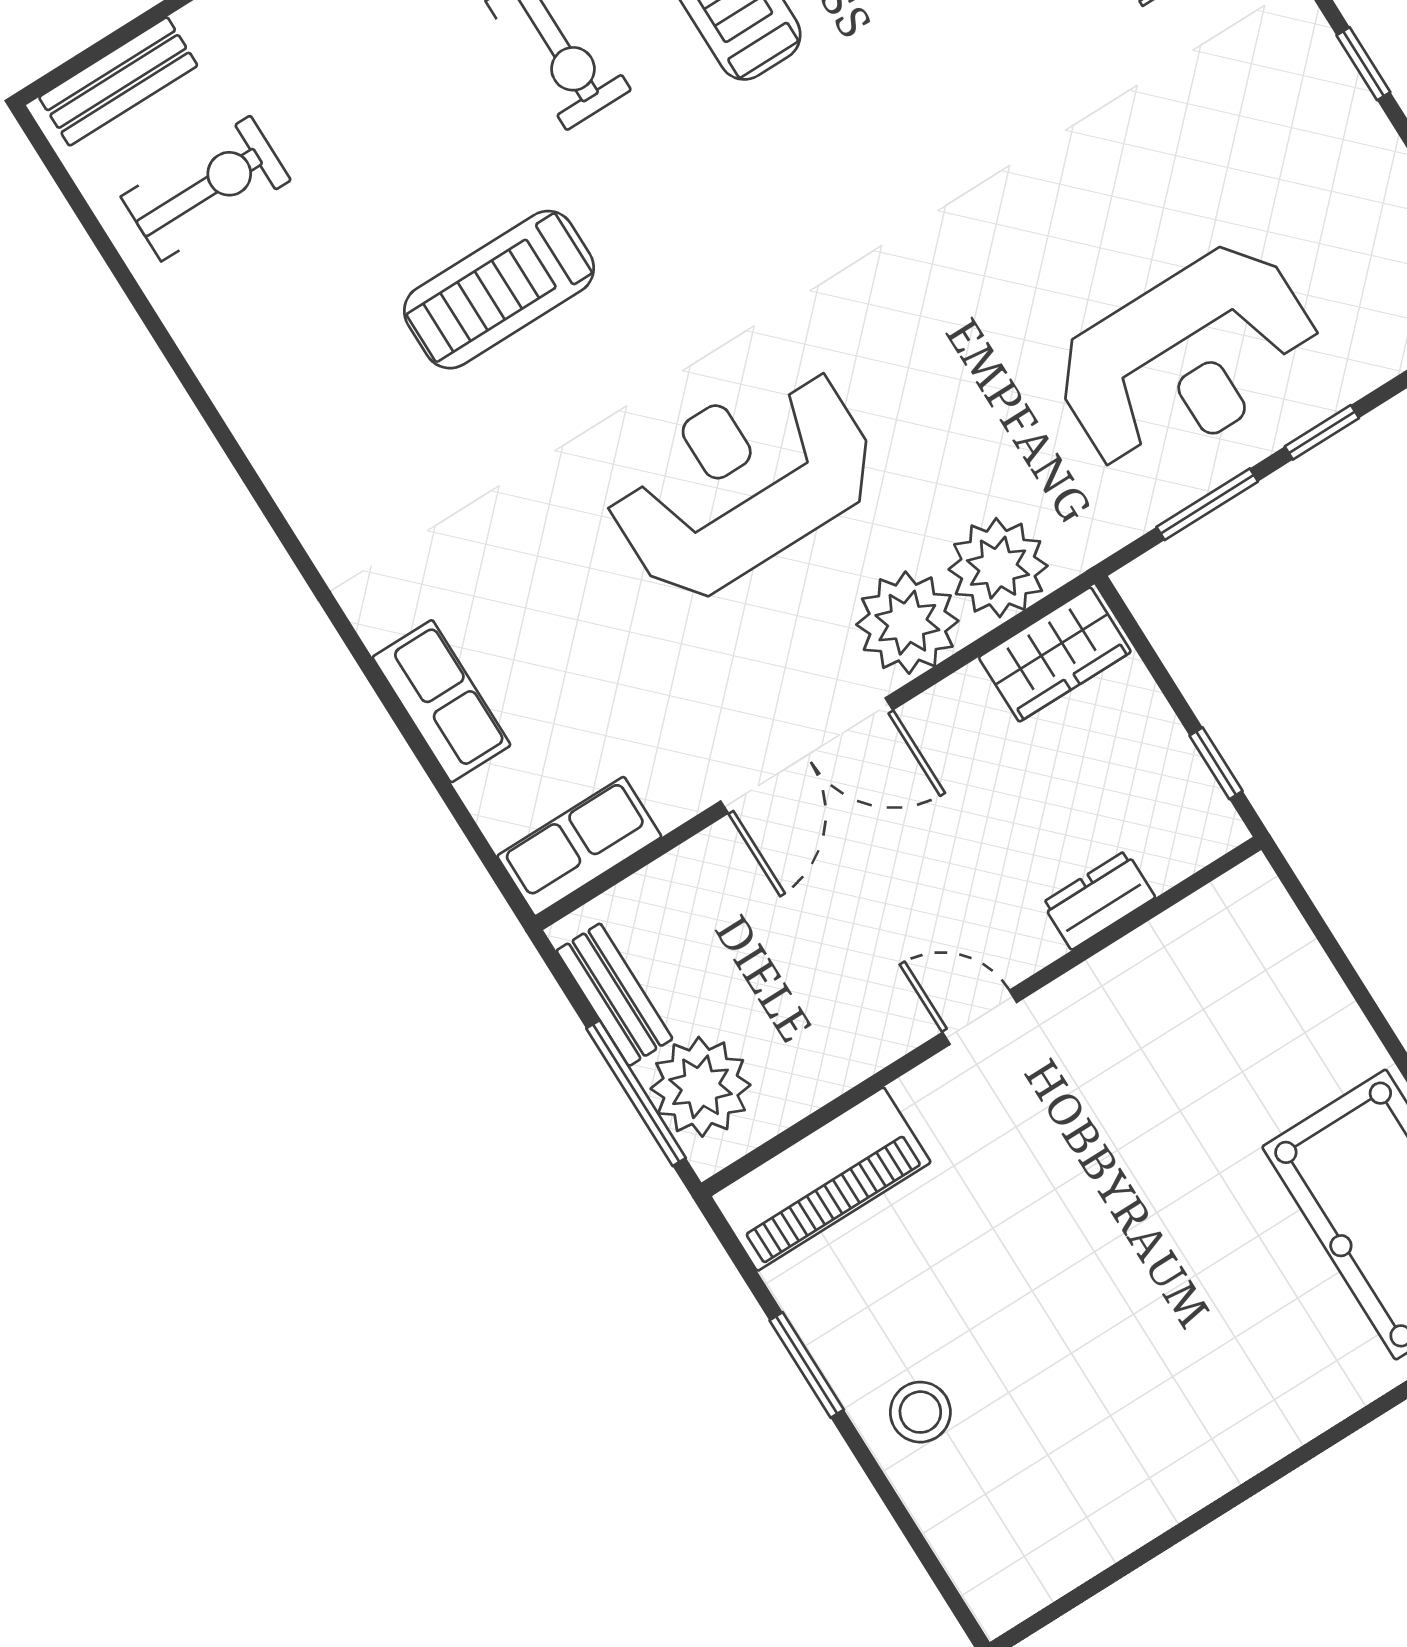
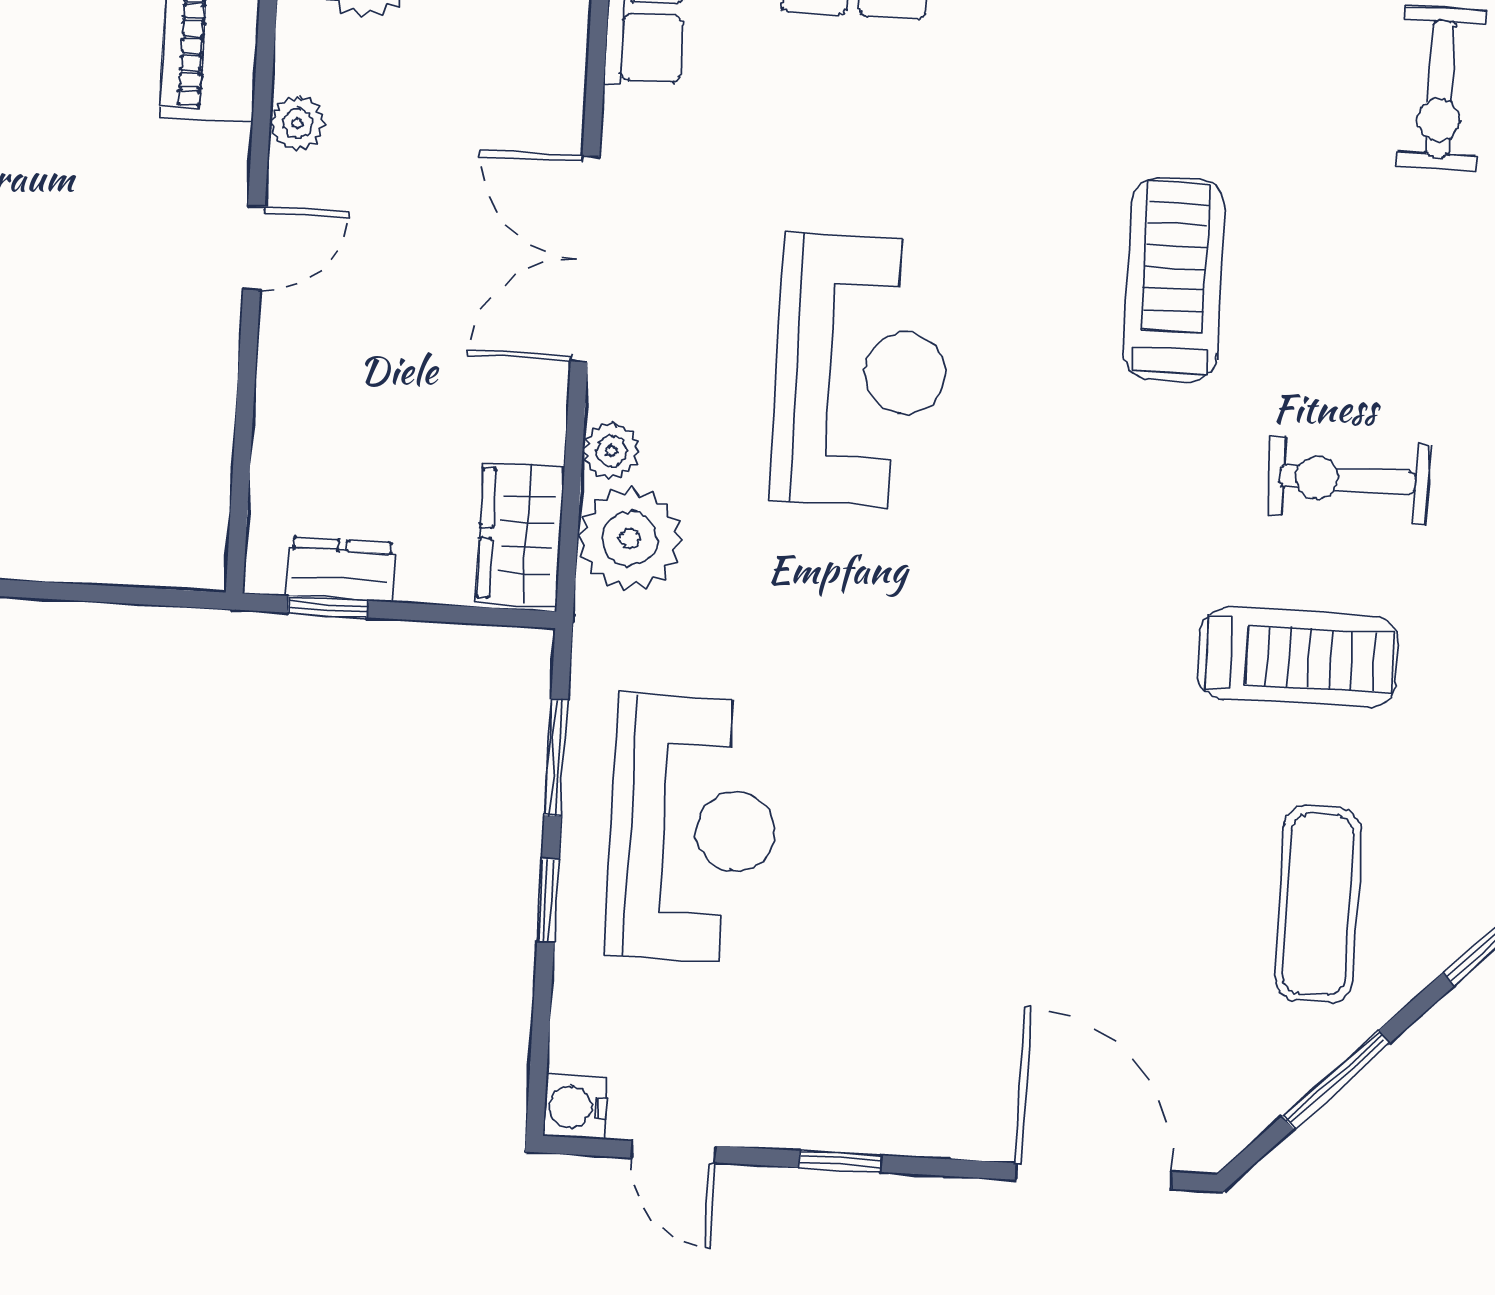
reception desk: (1187, 359) -> (693, 829), turned 180
plant: (907, 623) -> (611, 451), width x0.53, depth x0.53
dresser: (1099, 900) -> (341, 570), moved, turned -90
plant: (860, 1052) -> (297, 123), added

